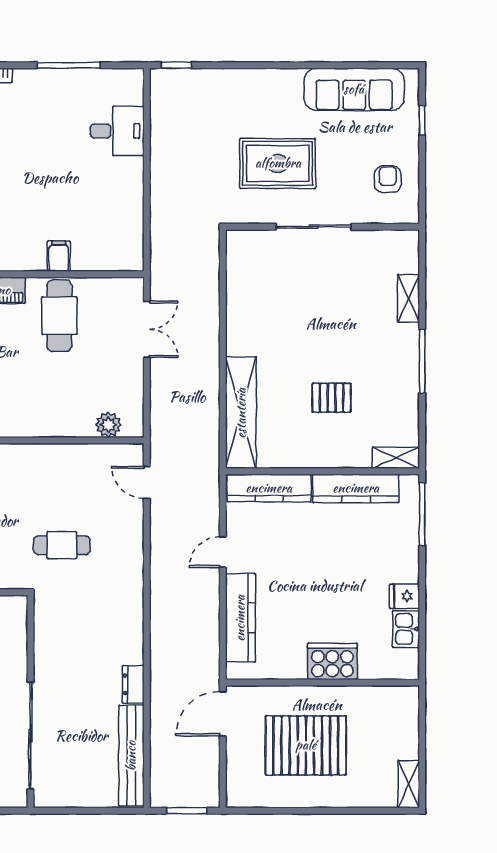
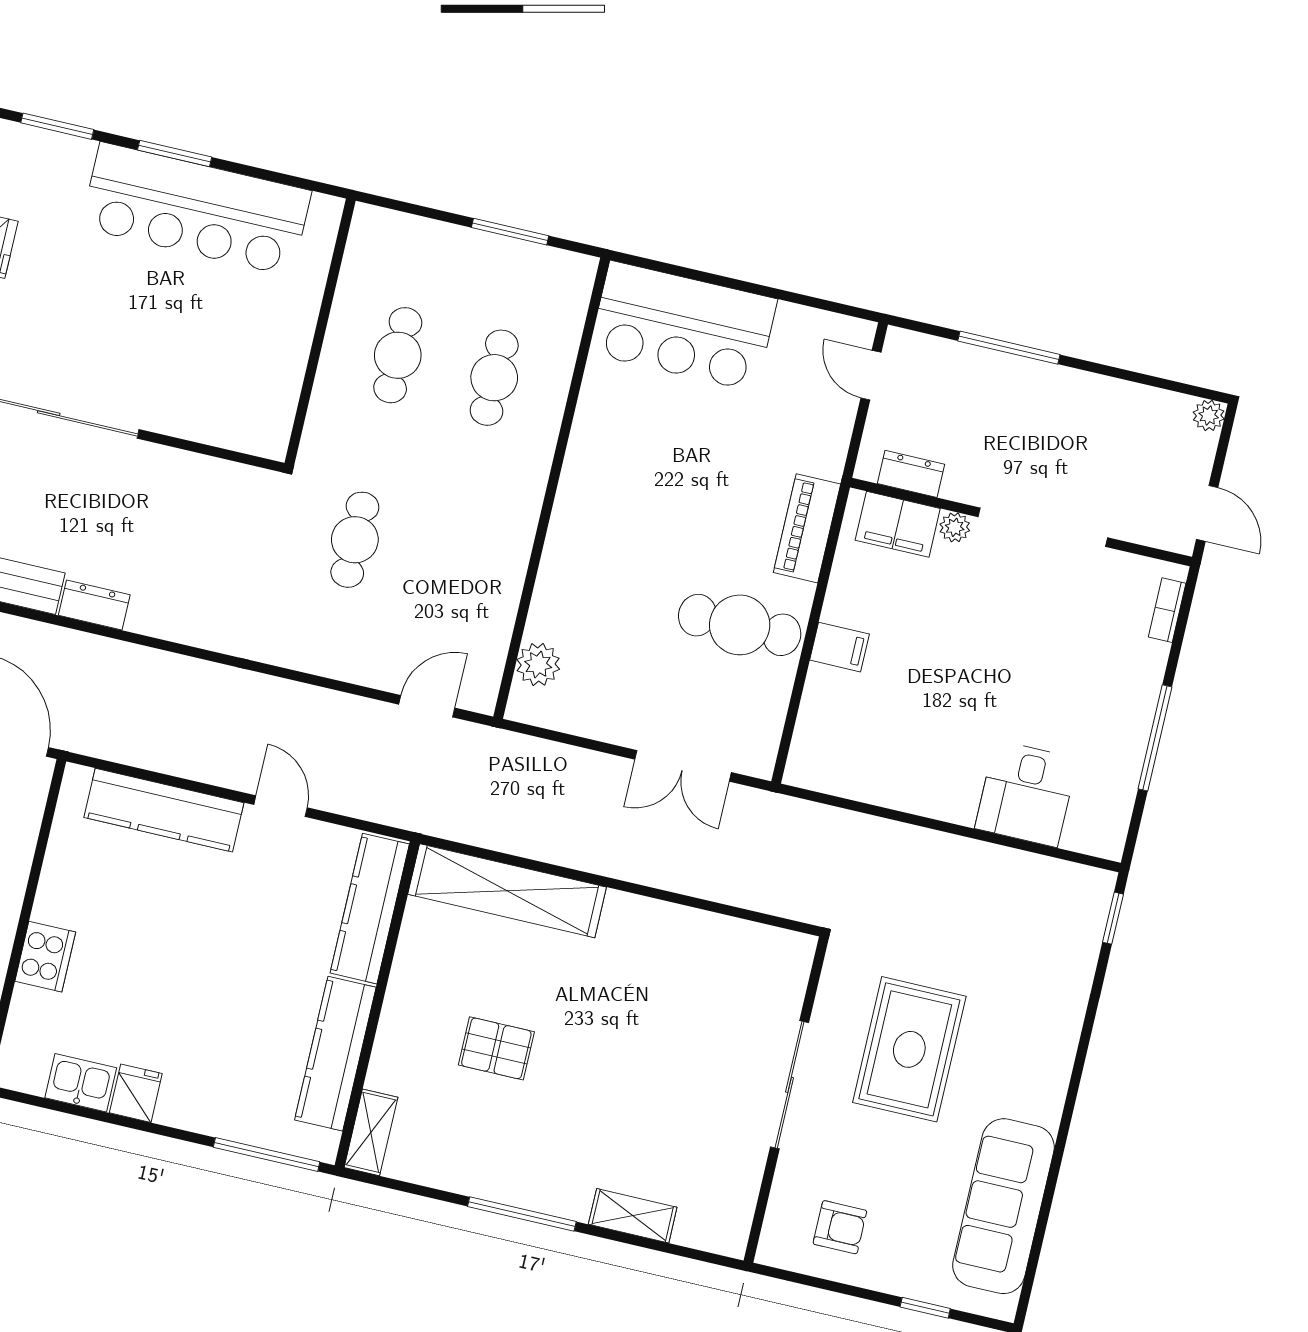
pallet: (332, 398) -> (496, 1048), turned 90
cooker: (332, 661) -> (45, 957), width x0.73, depth x0.76

